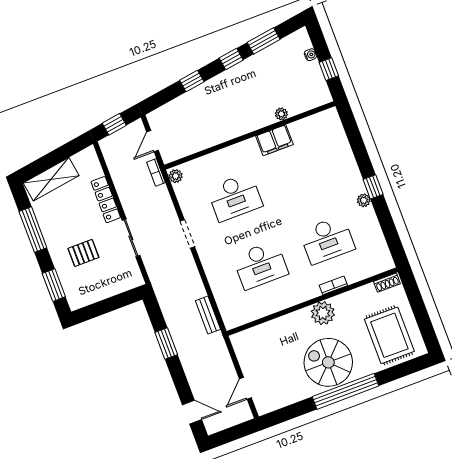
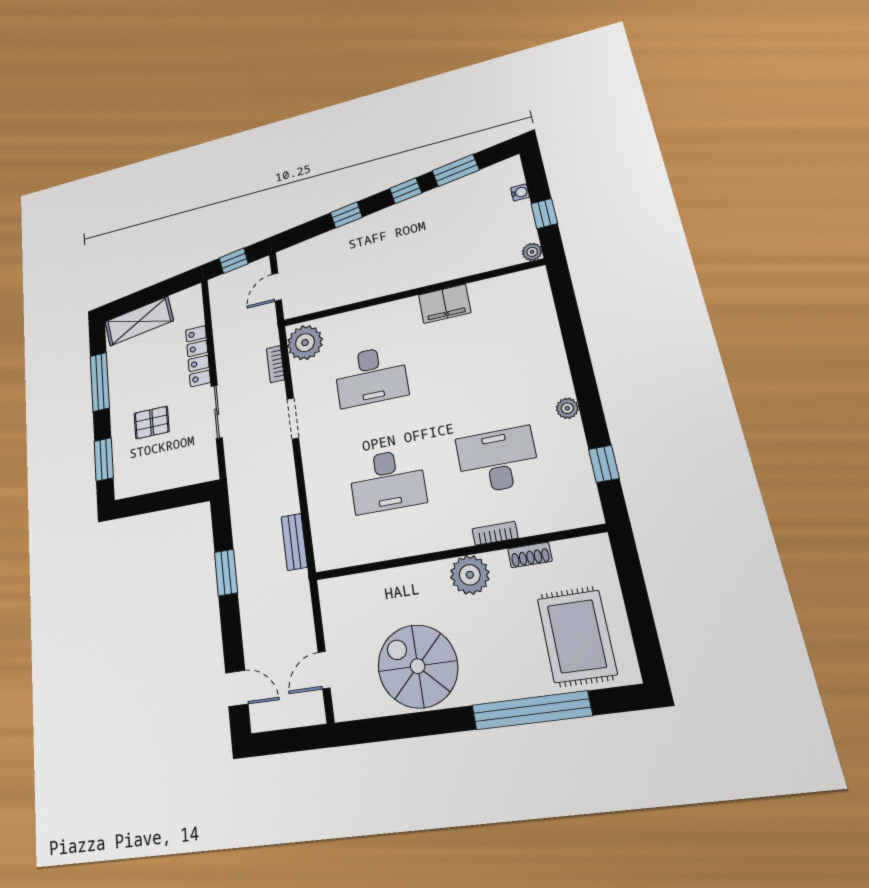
plant: (281, 114) -> (532, 252), moved
bookcase: (156, 172) -> (275, 364), moved
plant: (176, 176) -> (305, 343), width x1.87, depth x1.87
window: (373, 187) -> (604, 464), moved
desk: (327, 240) -> (498, 460), turned 180
shoe rack: (387, 283) -> (530, 555), moved
spiral stairs: (328, 362) -> (418, 666), moved
window: (345, 391) -> (531, 710), moved

